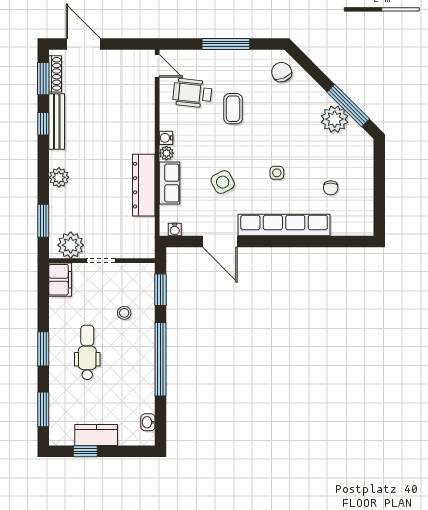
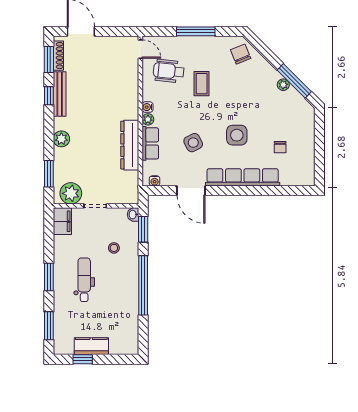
plant: (335, 119) -> (283, 85), width x0.53, depth x0.53
side table: (277, 173) -> (237, 135), width x1.87, depth x1.87
washbasin: (148, 422) -> (133, 215), moved

